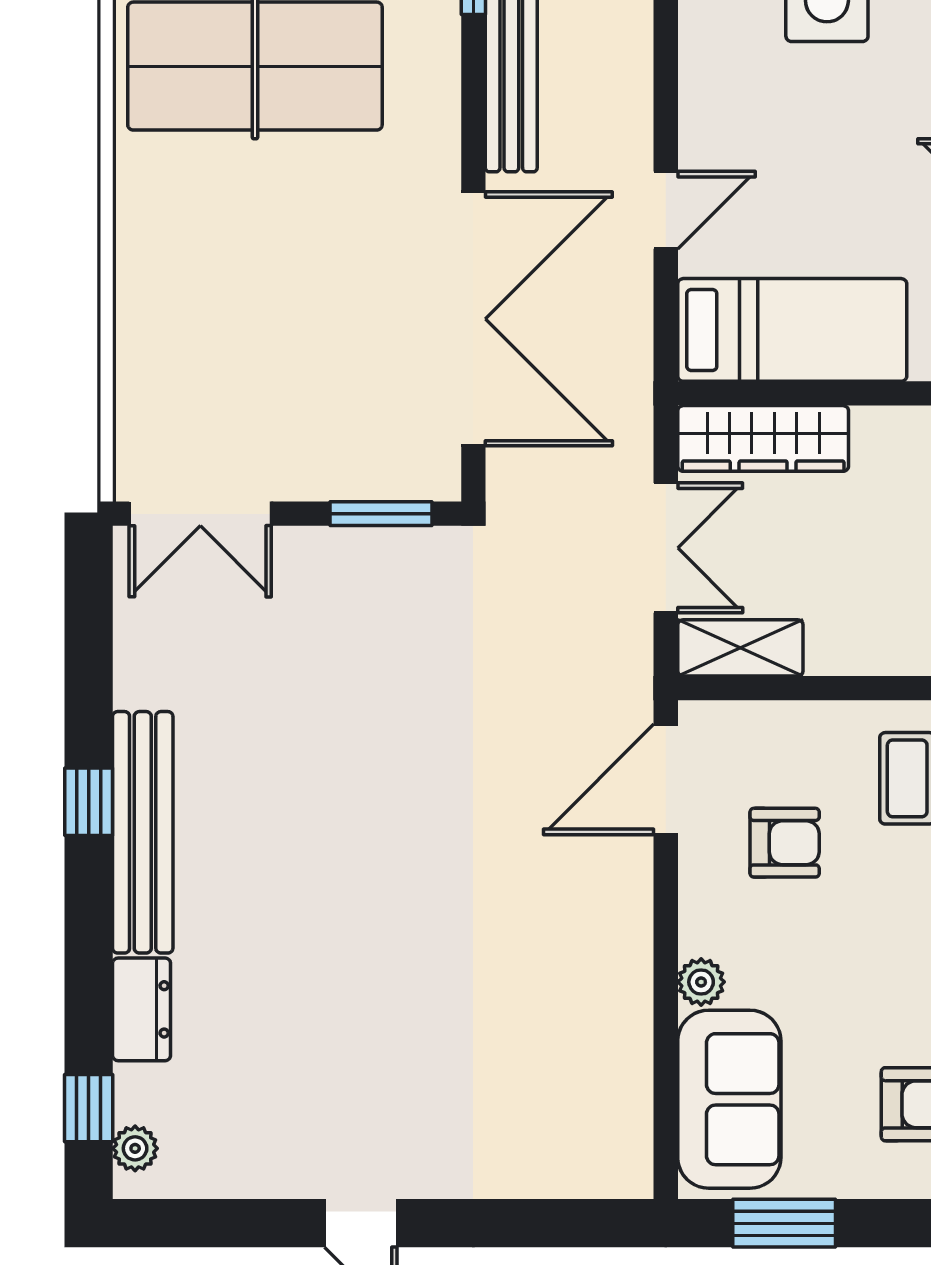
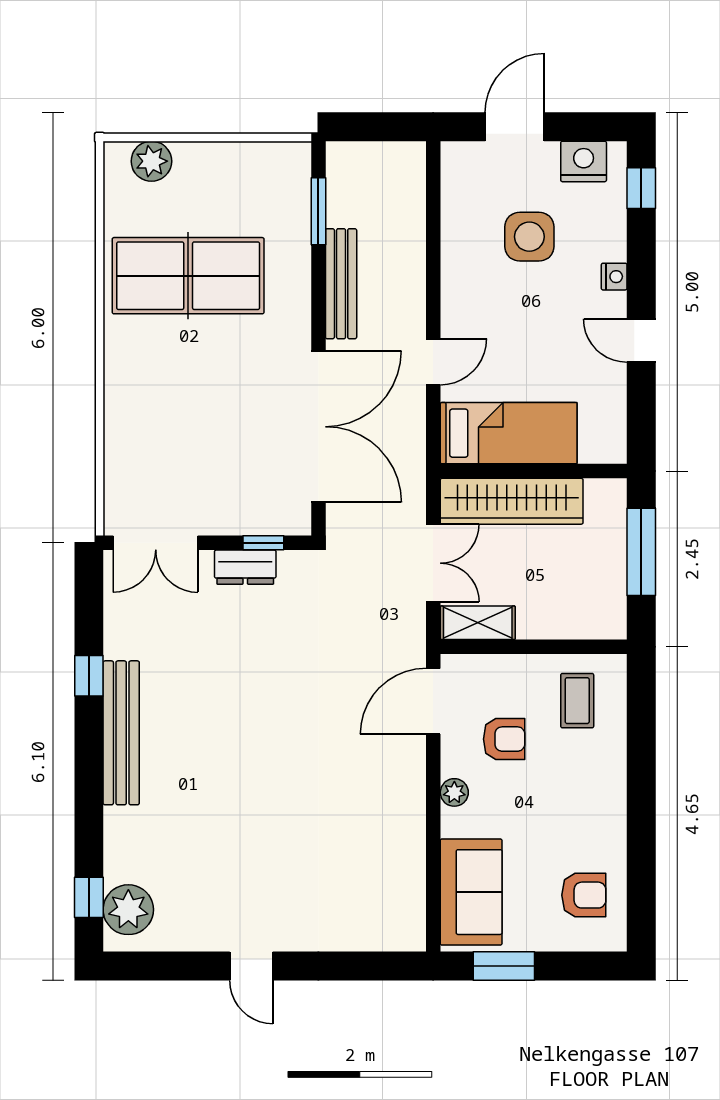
wardrobe: (763, 438) -> (512, 501), width x1.40, depth x1.17
window: (381, 514) -> (263, 543), width x0.67
window: (89, 802) -> (89, 676), moved
plant: (701, 982) -> (454, 792), moved
dresser: (142, 1009) -> (245, 567), moved, turned 90
plant: (135, 1148) -> (128, 910), width x1.88, depth x1.88

